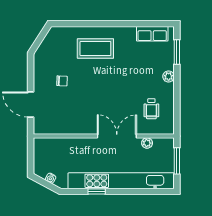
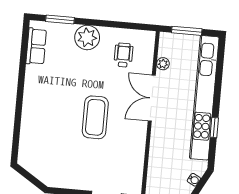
coffee table: (95, 49) -> (95, 117), moved
plant: (169, 76) -> (87, 37), width x1.88, depth x1.88
chair: (62, 81) -> (82, 156), removed
wheelchair: (151, 109) -> (123, 55), turned -90

